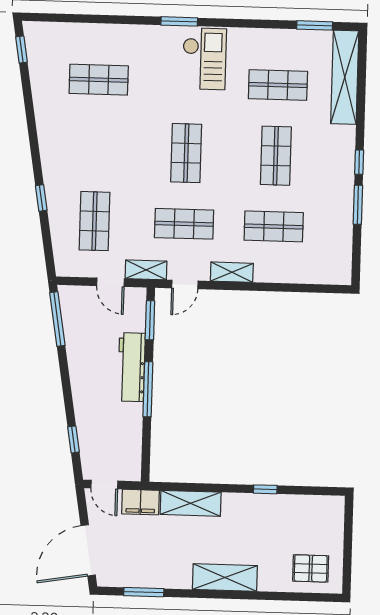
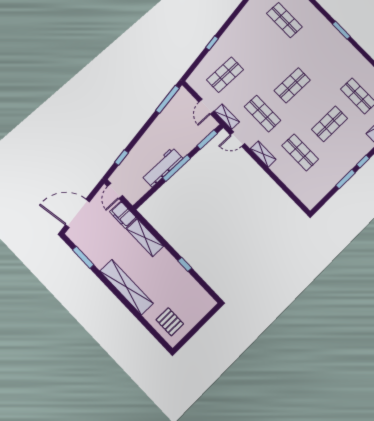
checkout: (204, 59) -> (337, 55), removed
workbench: (131, 367) -> (162, 167), moved
shelving: (225, 577) -> (127, 287), width x1.47

